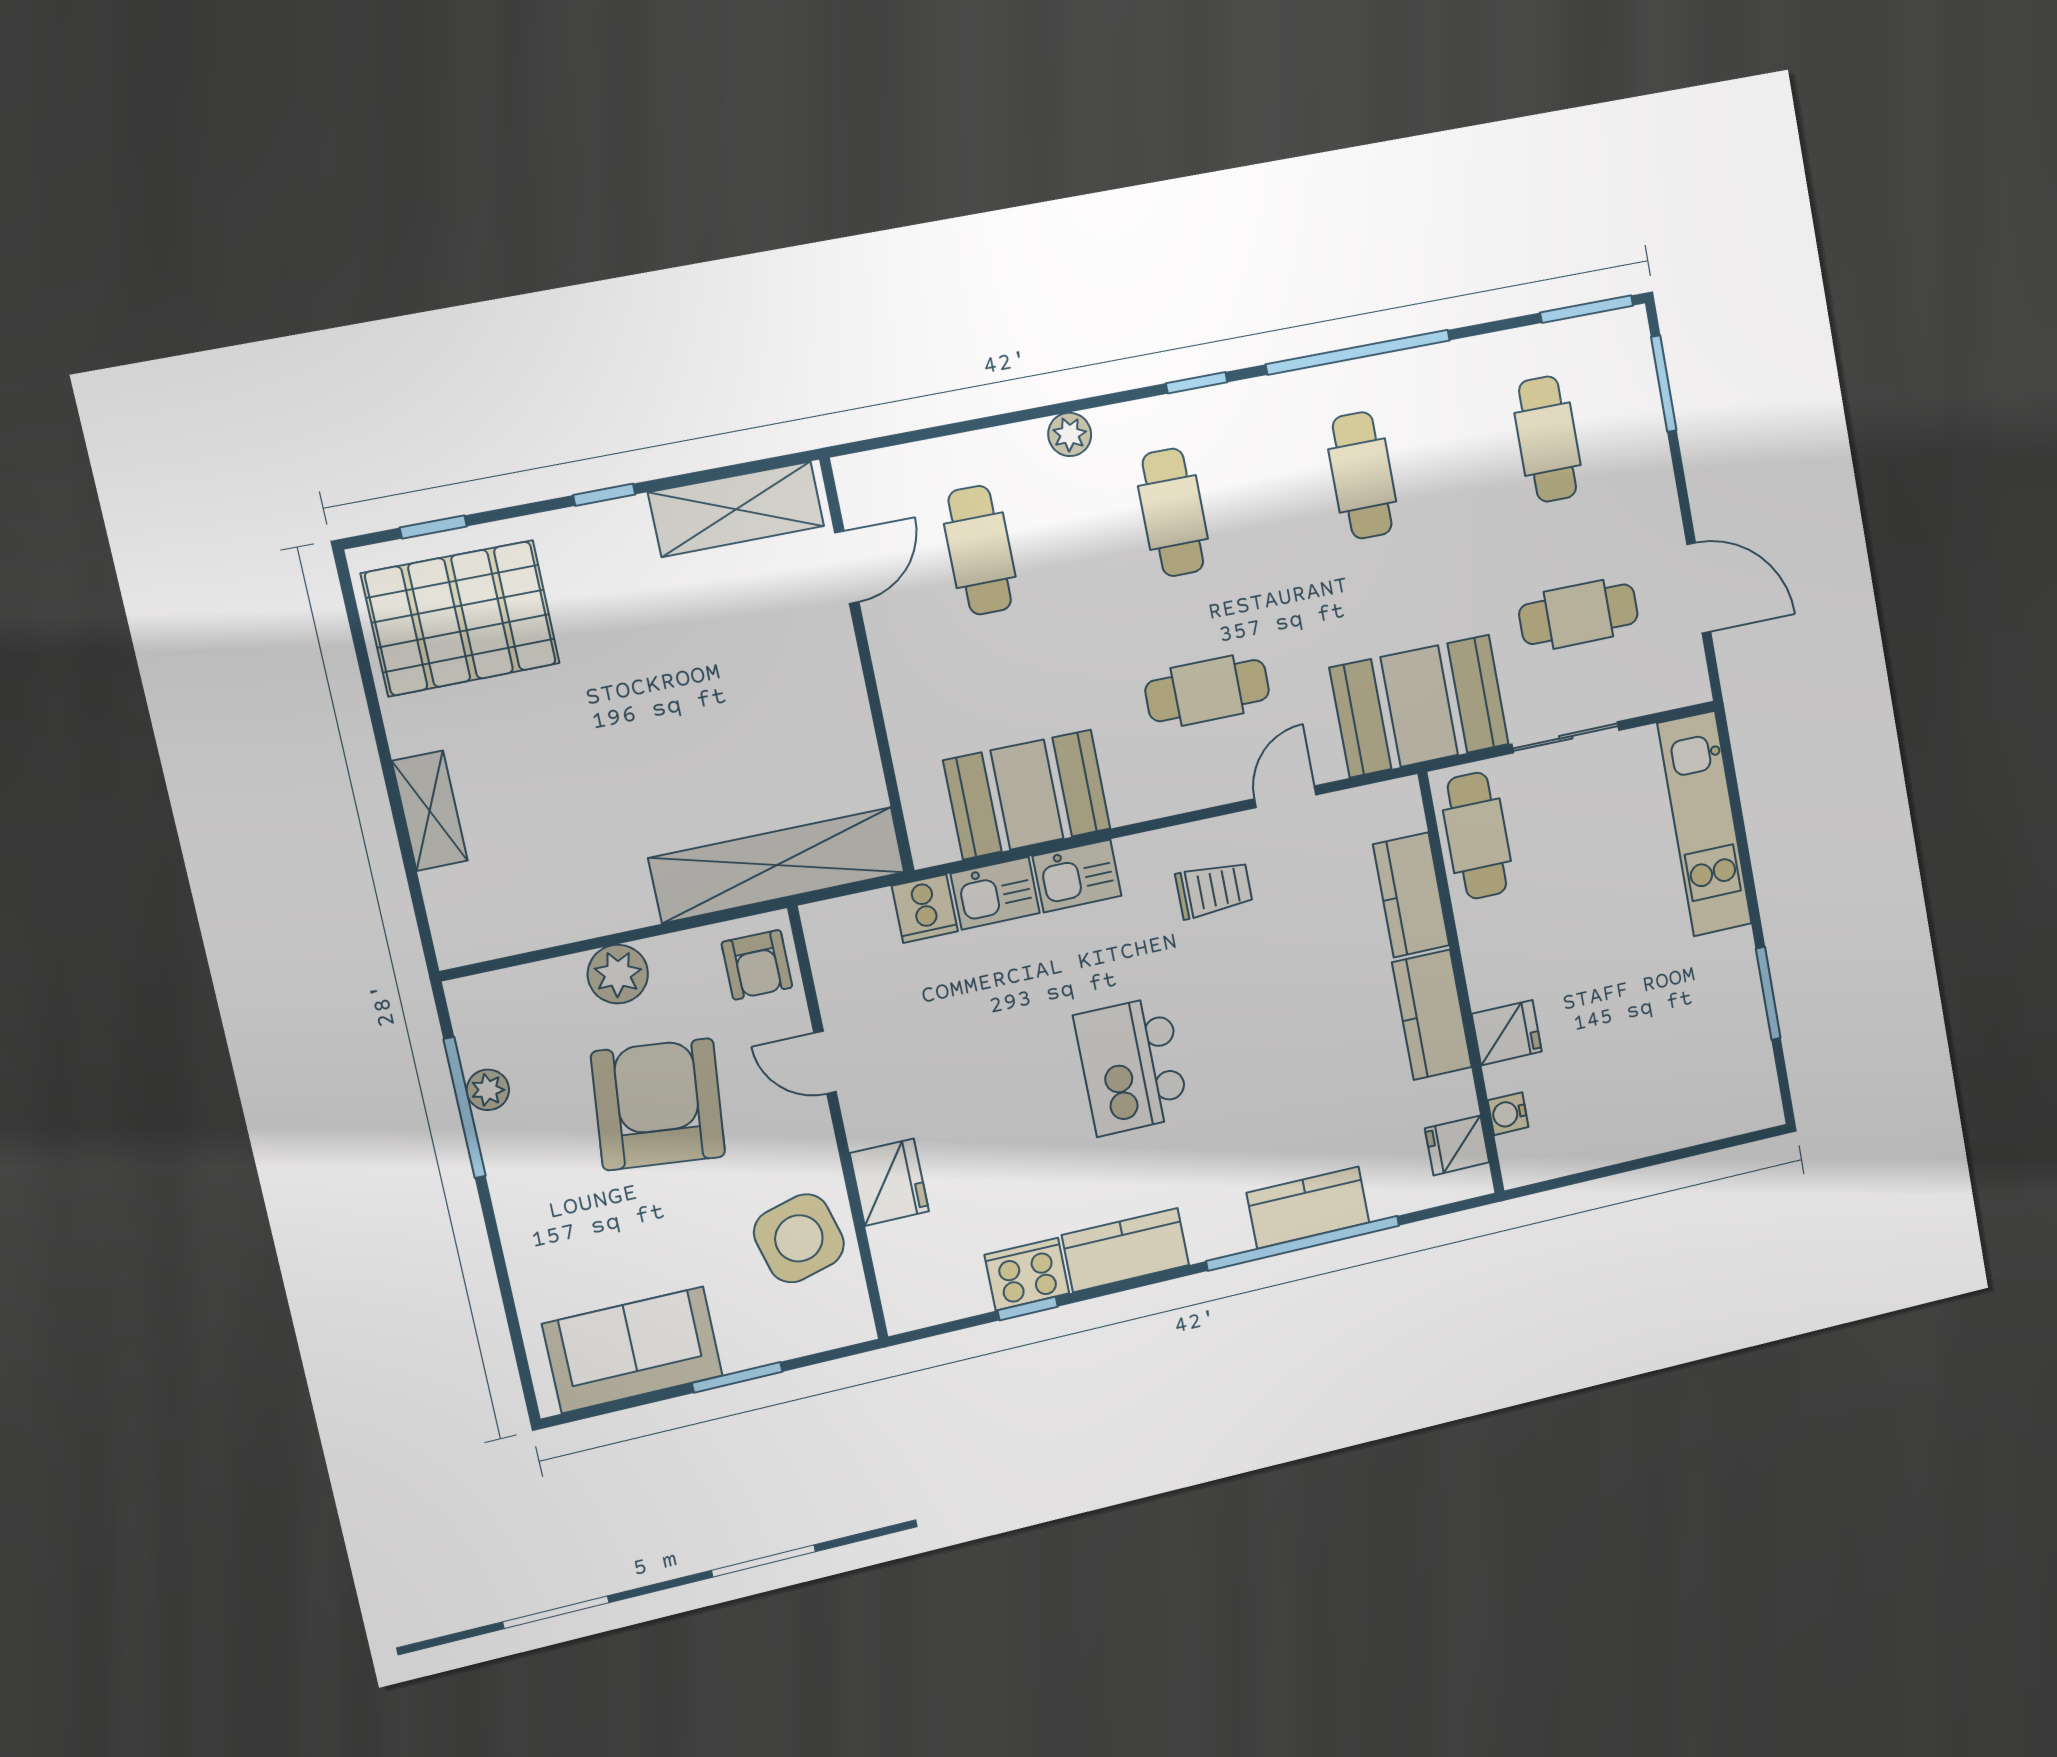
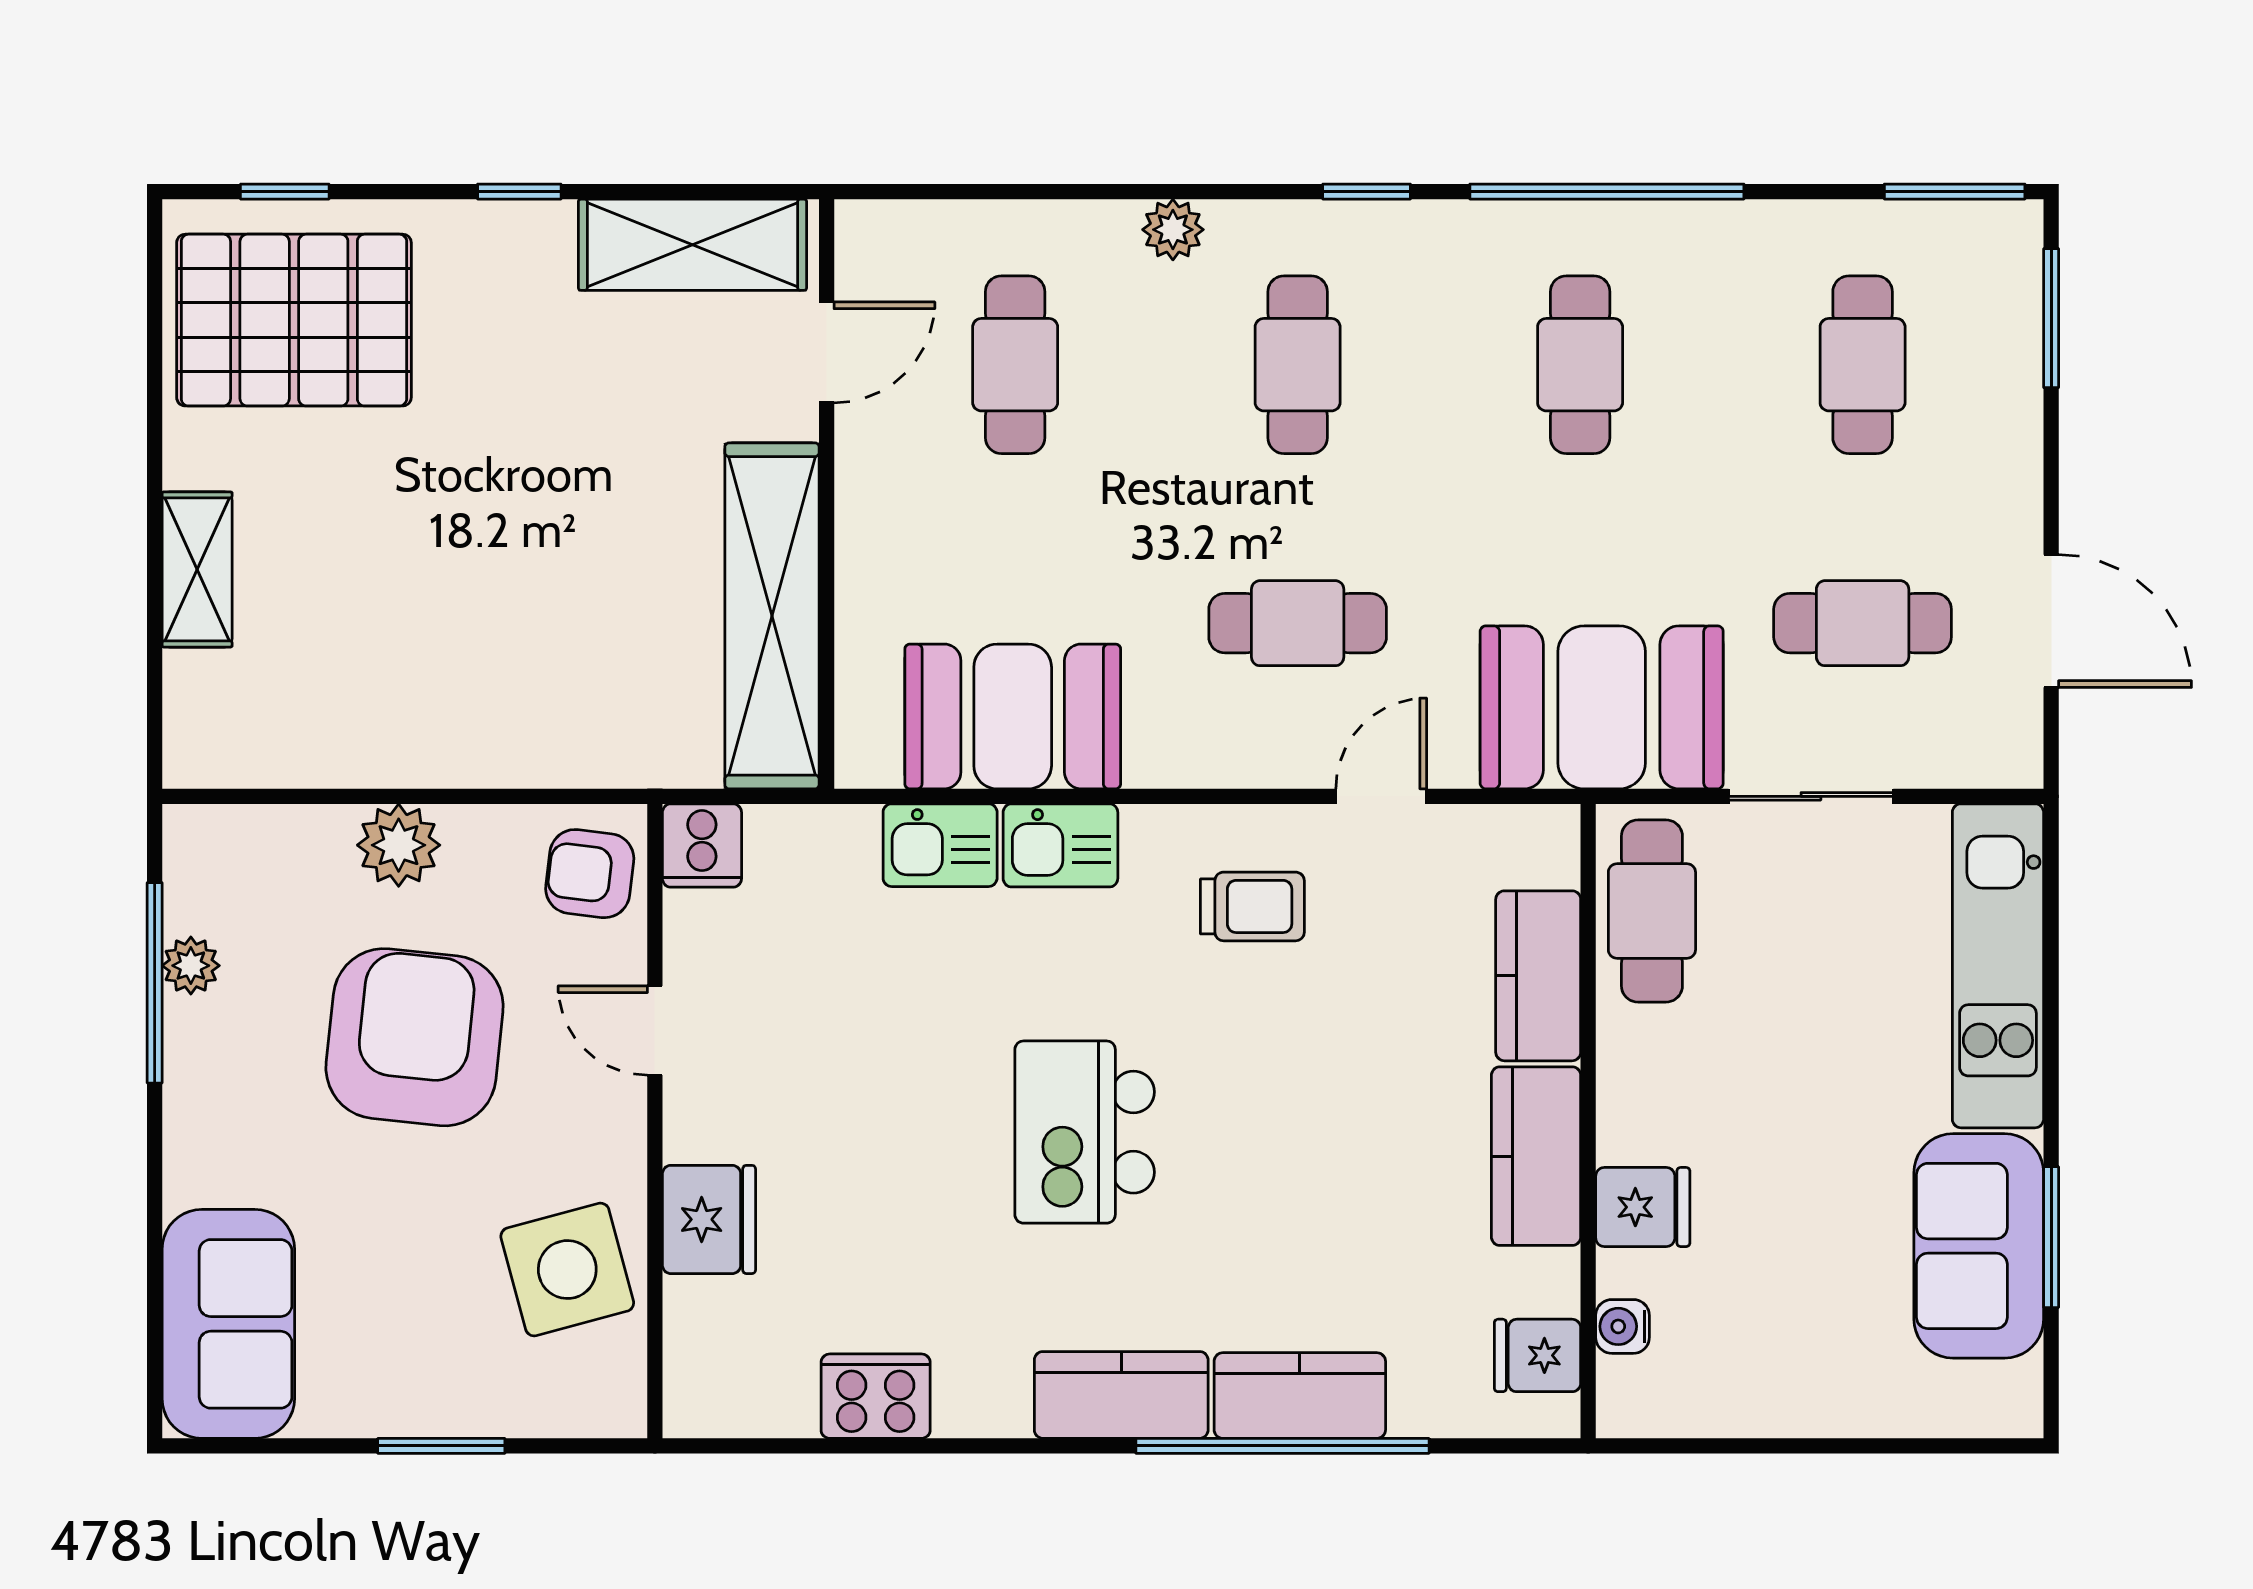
shelving: (777, 865) -> (772, 616), moved, turned 90
cooker: (925, 909) -> (702, 846), moved
armchair: (757, 965) -> (590, 874), turned 97
sofa: (1724, 1009) -> (1979, 1246), added
kitchen counter: (1125, 1250) -> (1121, 1395), moved
window: (1028, 1309) -> (867, 1446), removed
sofa: (633, 1350) -> (228, 1324), moved, turned 90

